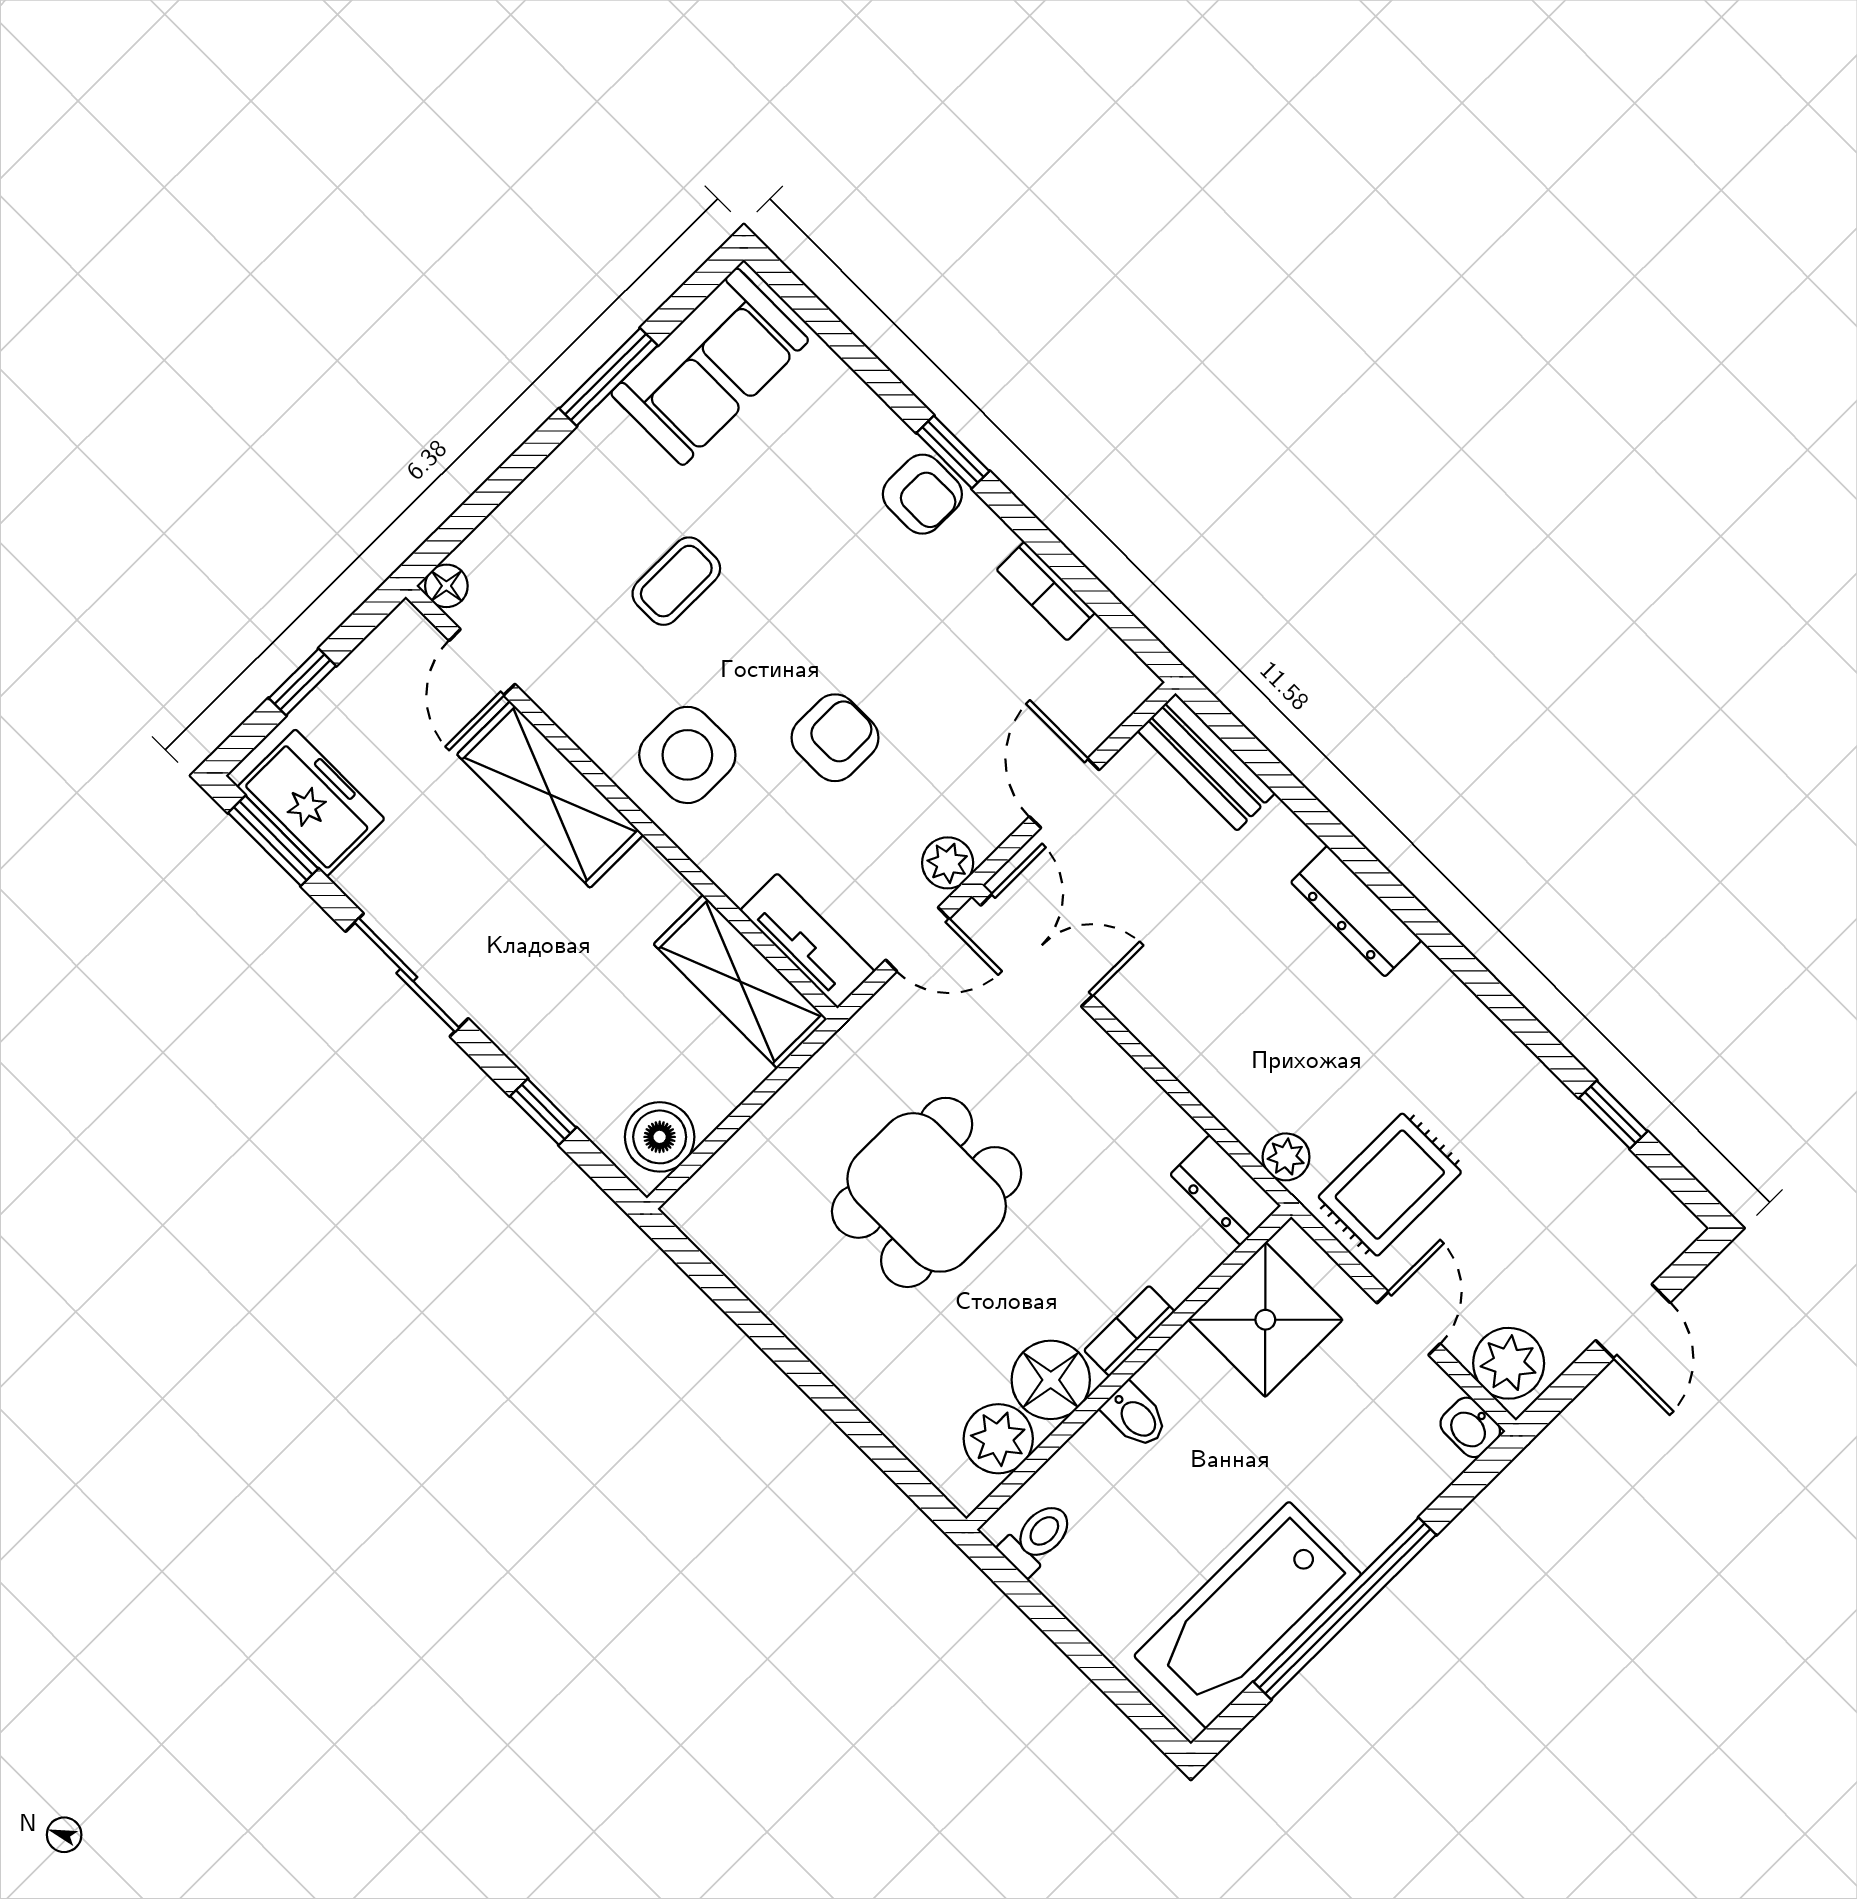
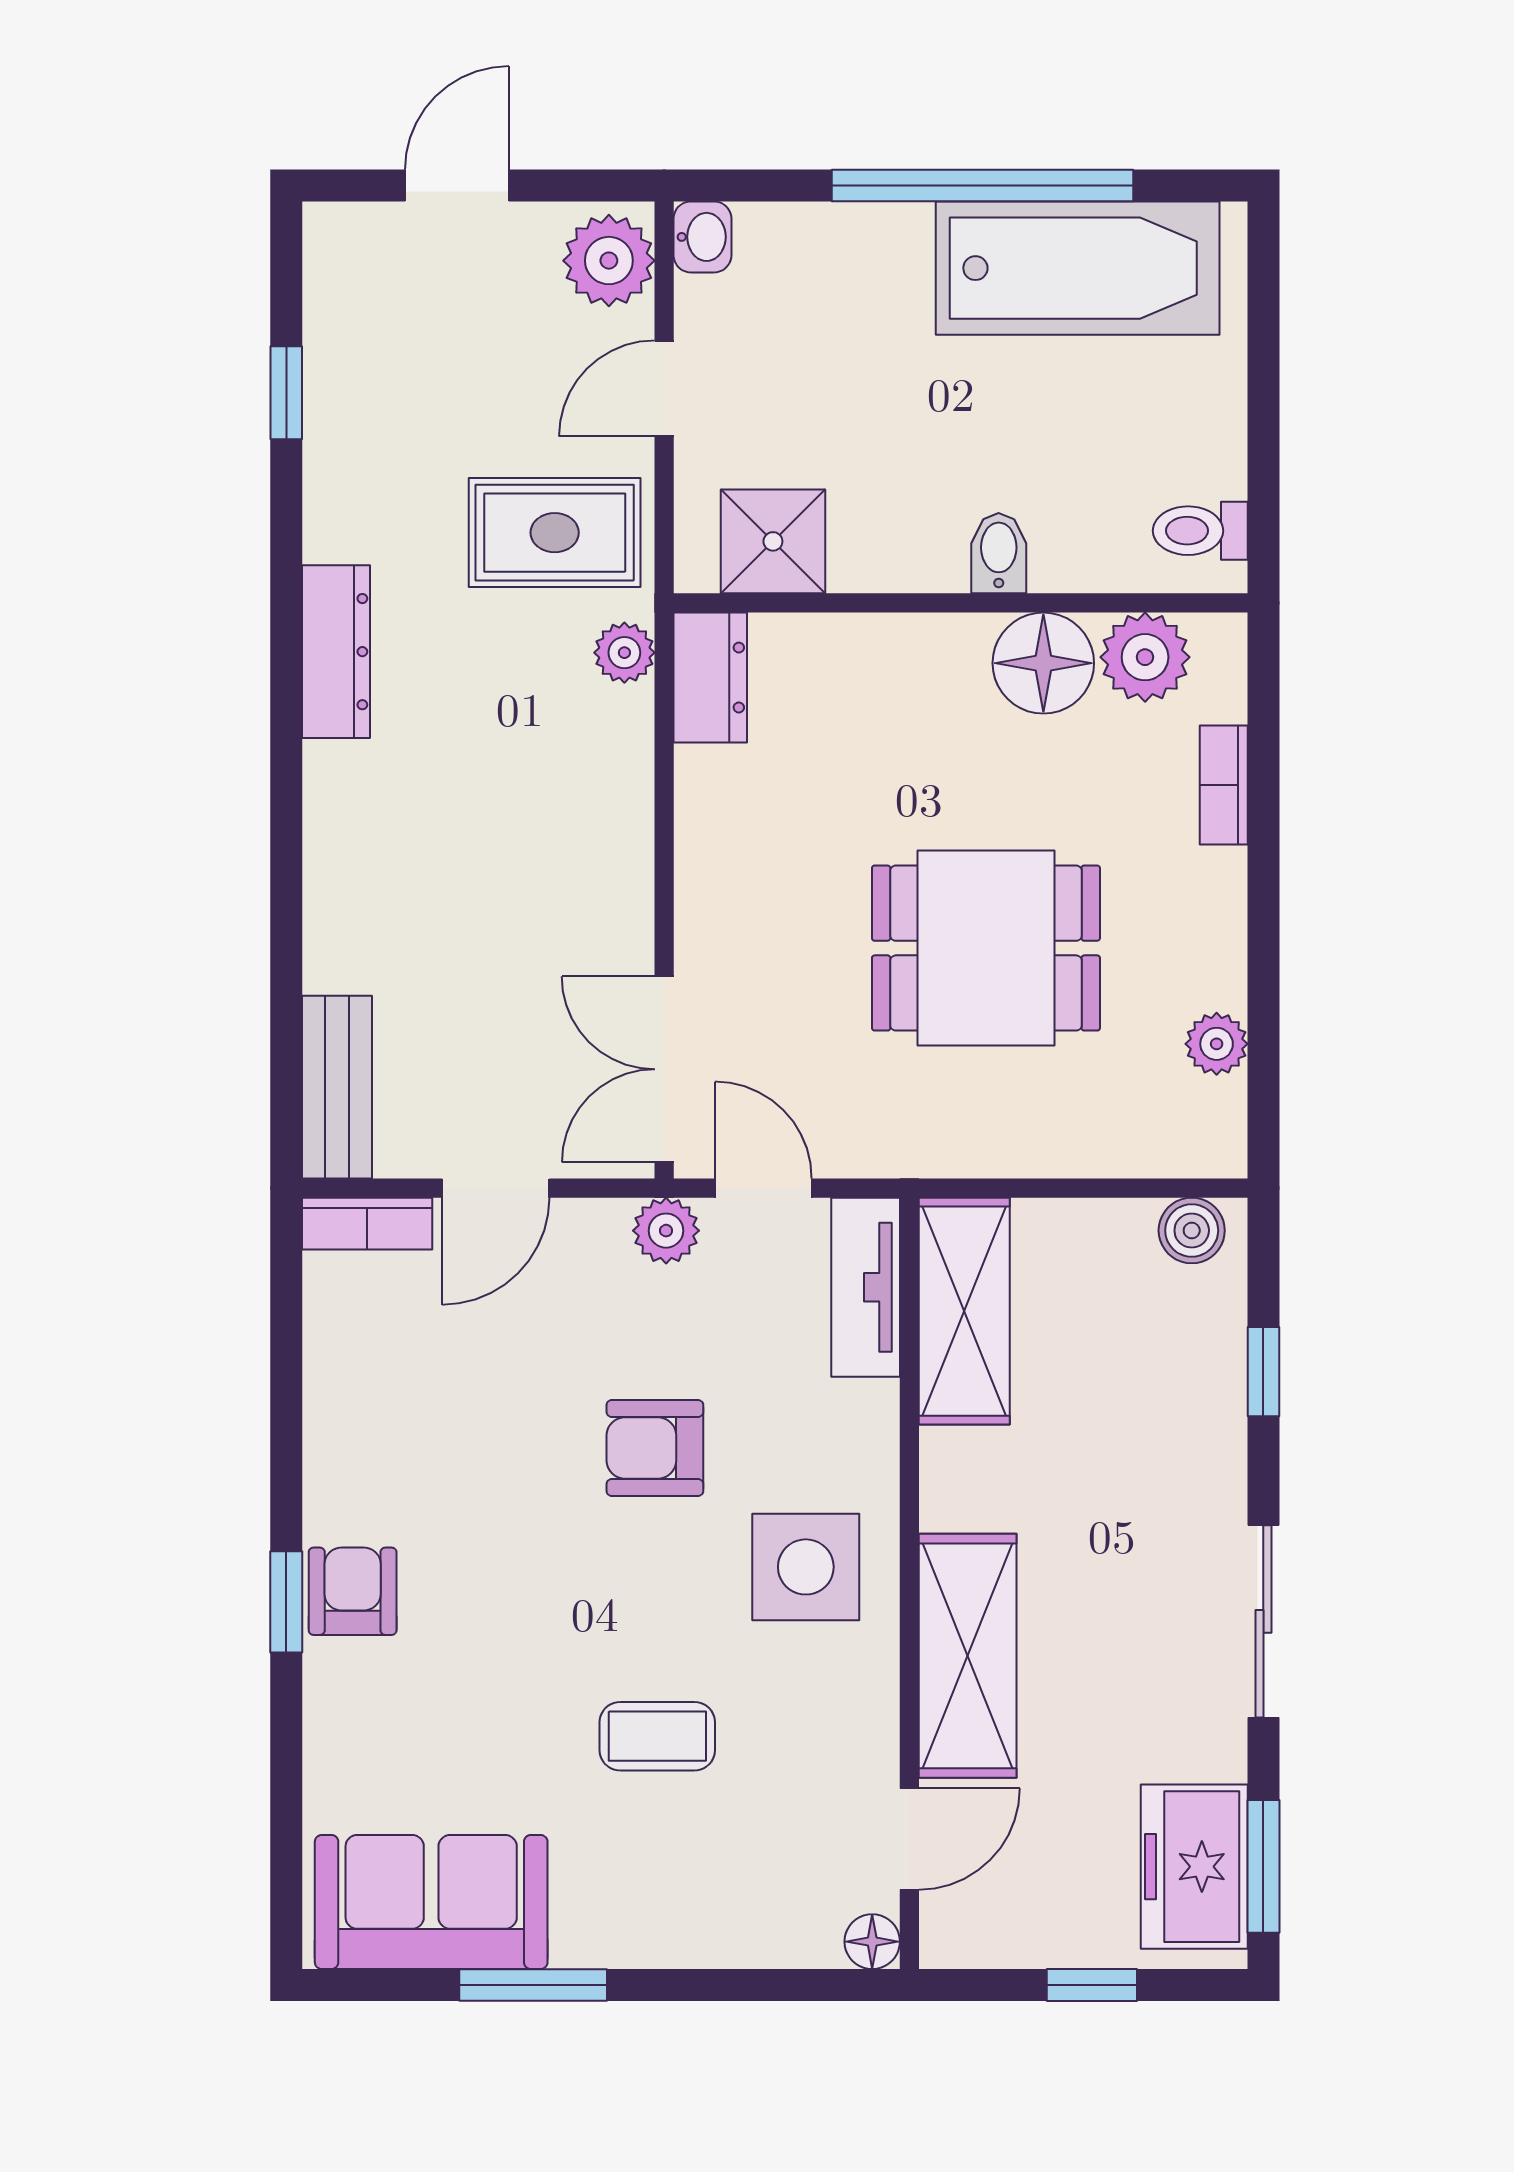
bookcase: (1046, 591) -> (367, 1224), moved, turned 90
dresser: (1356, 911) -> (336, 652), moved
boiler: (660, 1137) -> (1192, 1230), width x0.73, depth x0.73
plant: (748, 1266) -> (1217, 1044), added
shower: (1265, 1320) -> (773, 541), width x0.73, depth x0.73
bookcase: (1129, 1331) -> (1224, 785), moved, turned 90

